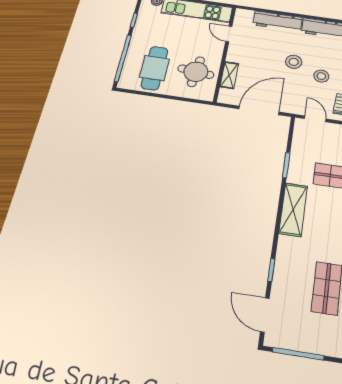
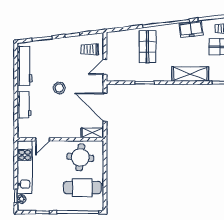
workbench: (278, 21) -> (24, 105), width x0.73
shelving: (229, 75) -> (92, 133), moved
stool: (321, 76) -> (68, 66), removed
shelving: (293, 210) -> (190, 74), moved

